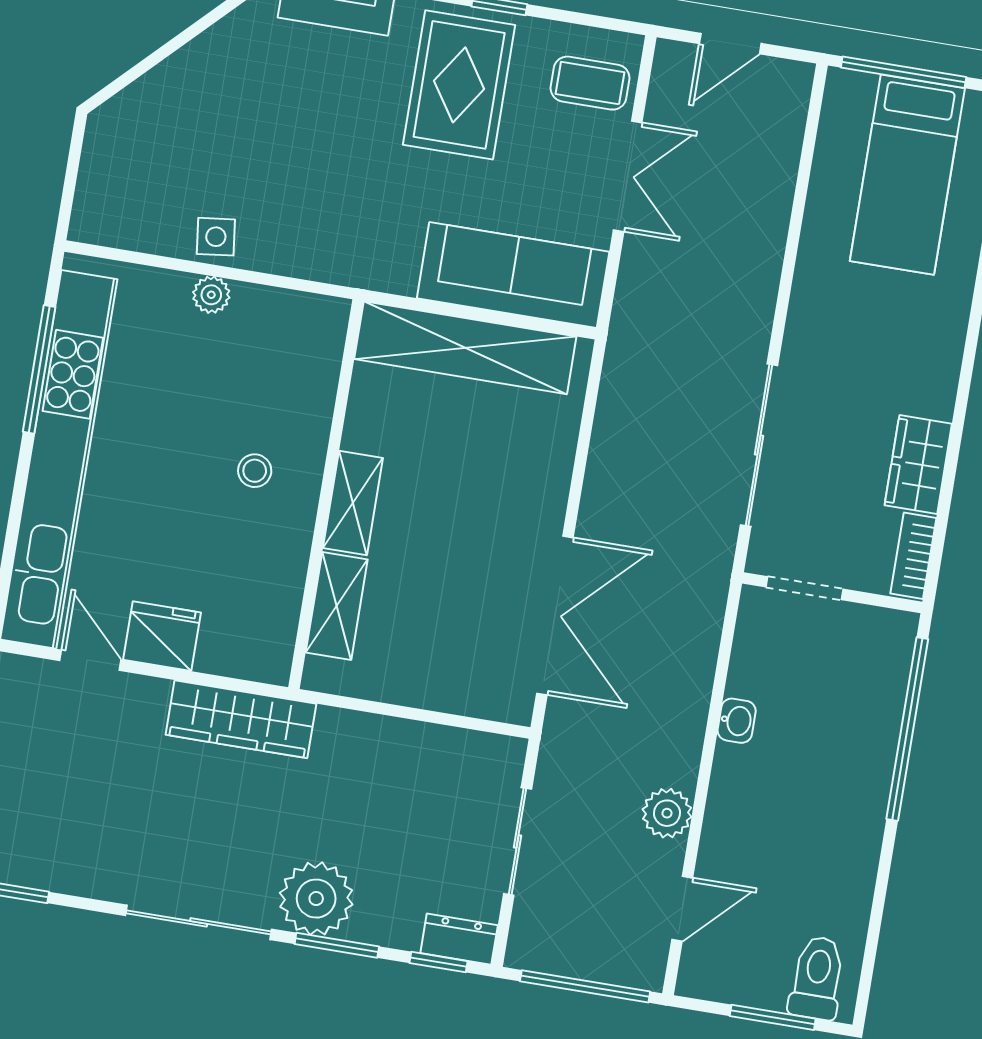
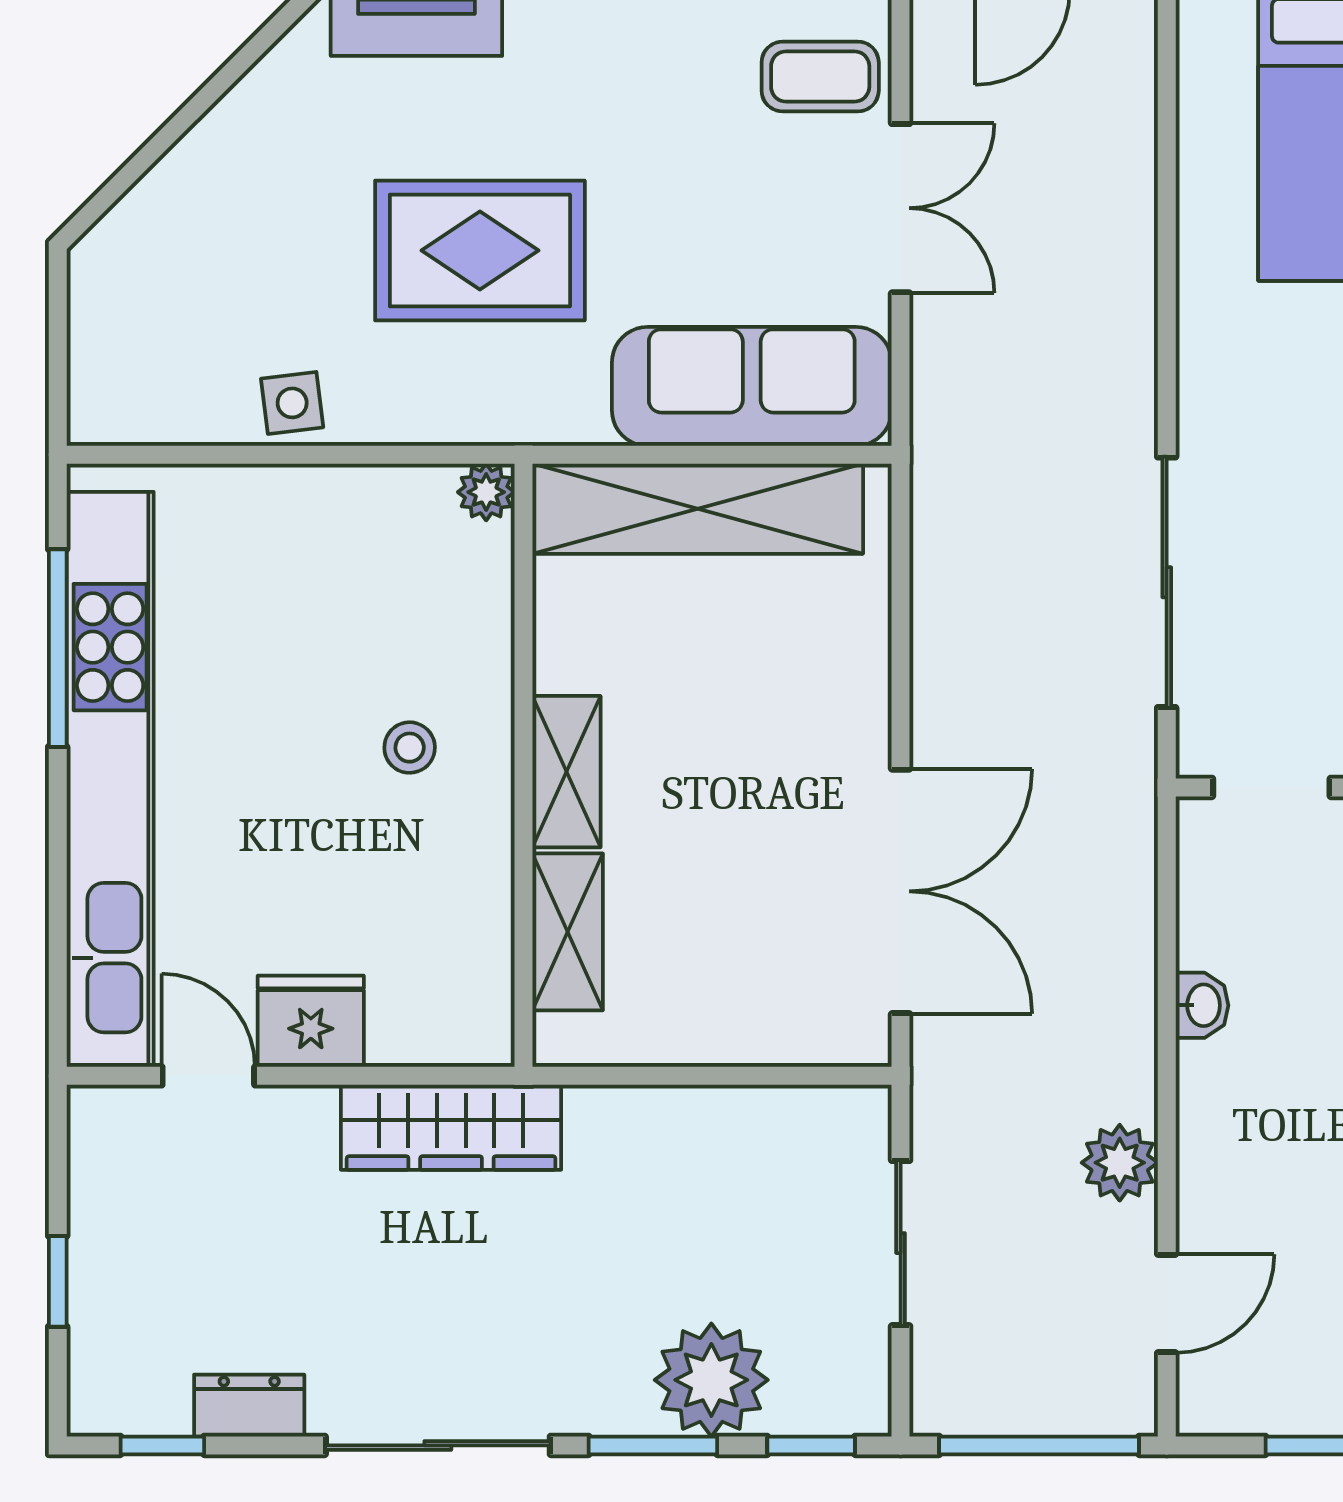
rug: (459, 85) -> (480, 250), moved, turned 90
plant: (211, 295) -> (486, 492), moved
plant: (316, 899) -> (711, 1380), moved
dresser: (459, 939) -> (249, 1406), moved

